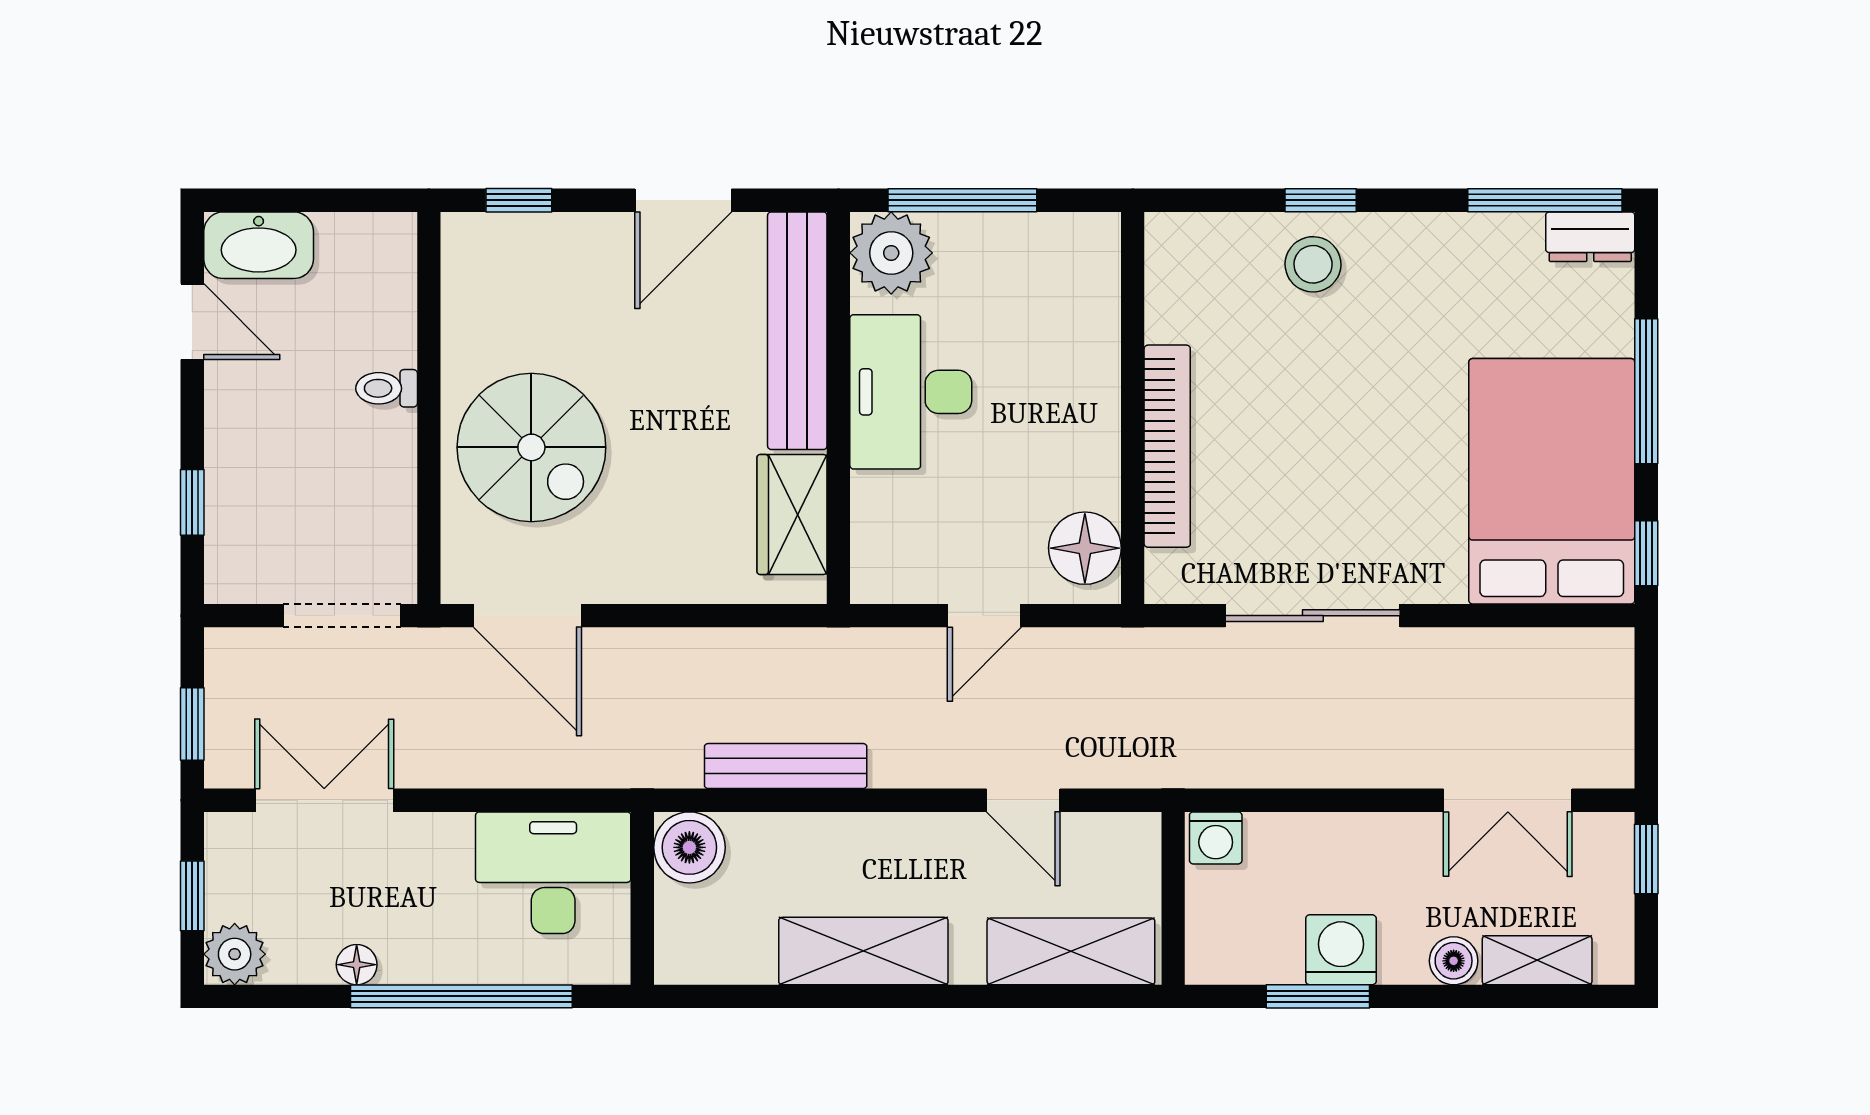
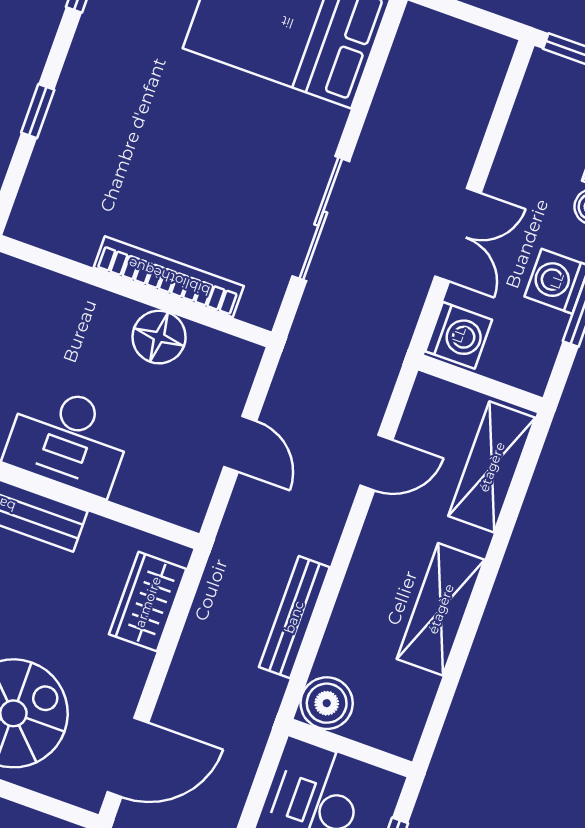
stool: (1313, 264) -> (80, 132), removed
wardrobe: (792, 515) -> (148, 602), moved, turned 90
floor lamp: (1085, 548) -> (159, 337), moved
double door: (1508, 800) -> (458, 235), moved
washing machine: (1216, 838) -> (459, 335), width x1.38, depth x1.38

